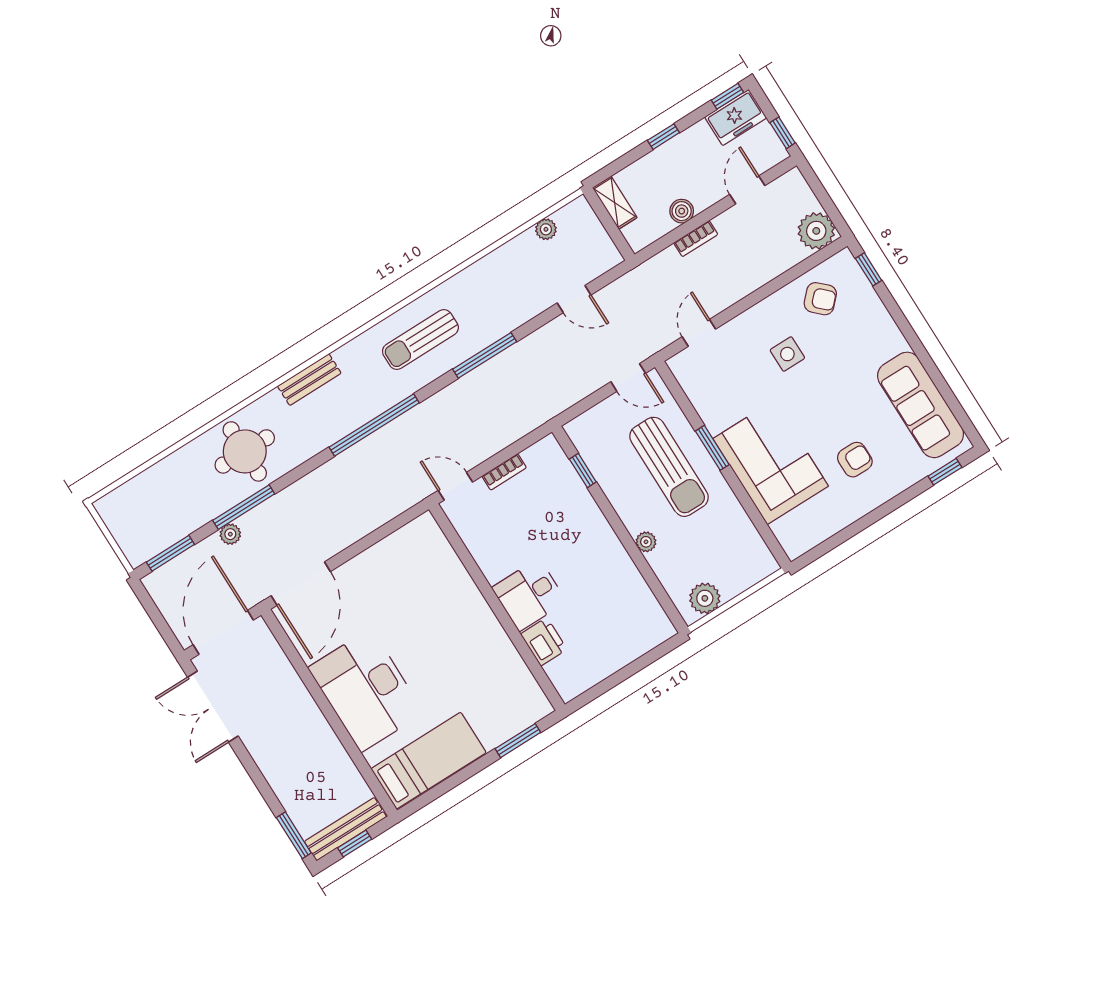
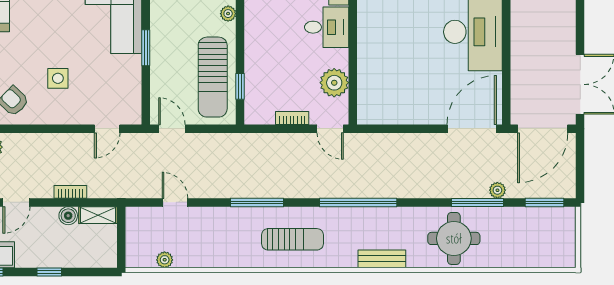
shelving: (615, 203) -> (98, 215), moved, turned 90
sun lounger: (669, 467) -> (213, 77), moved, turned 180
plant: (483, 539) -> (334, 83), added

